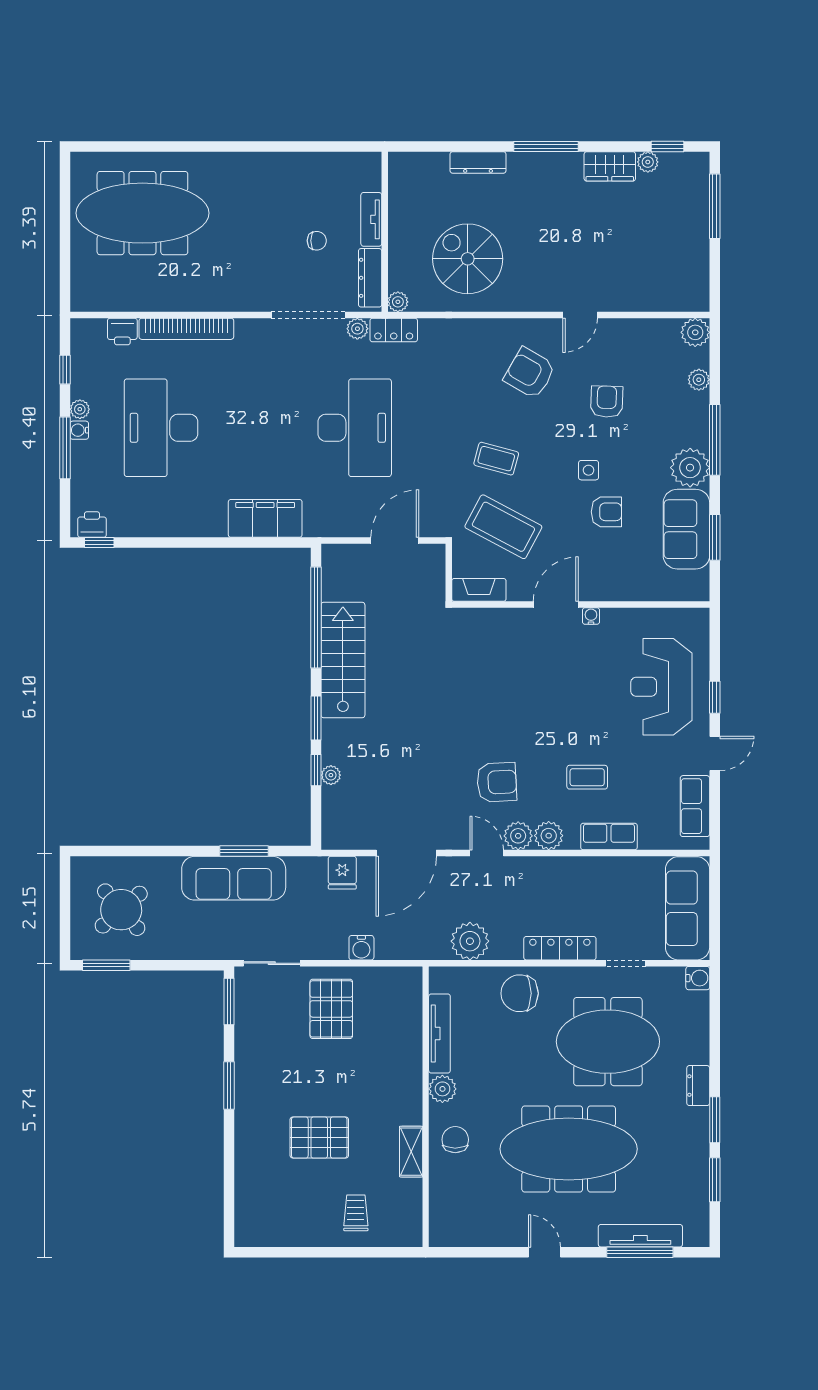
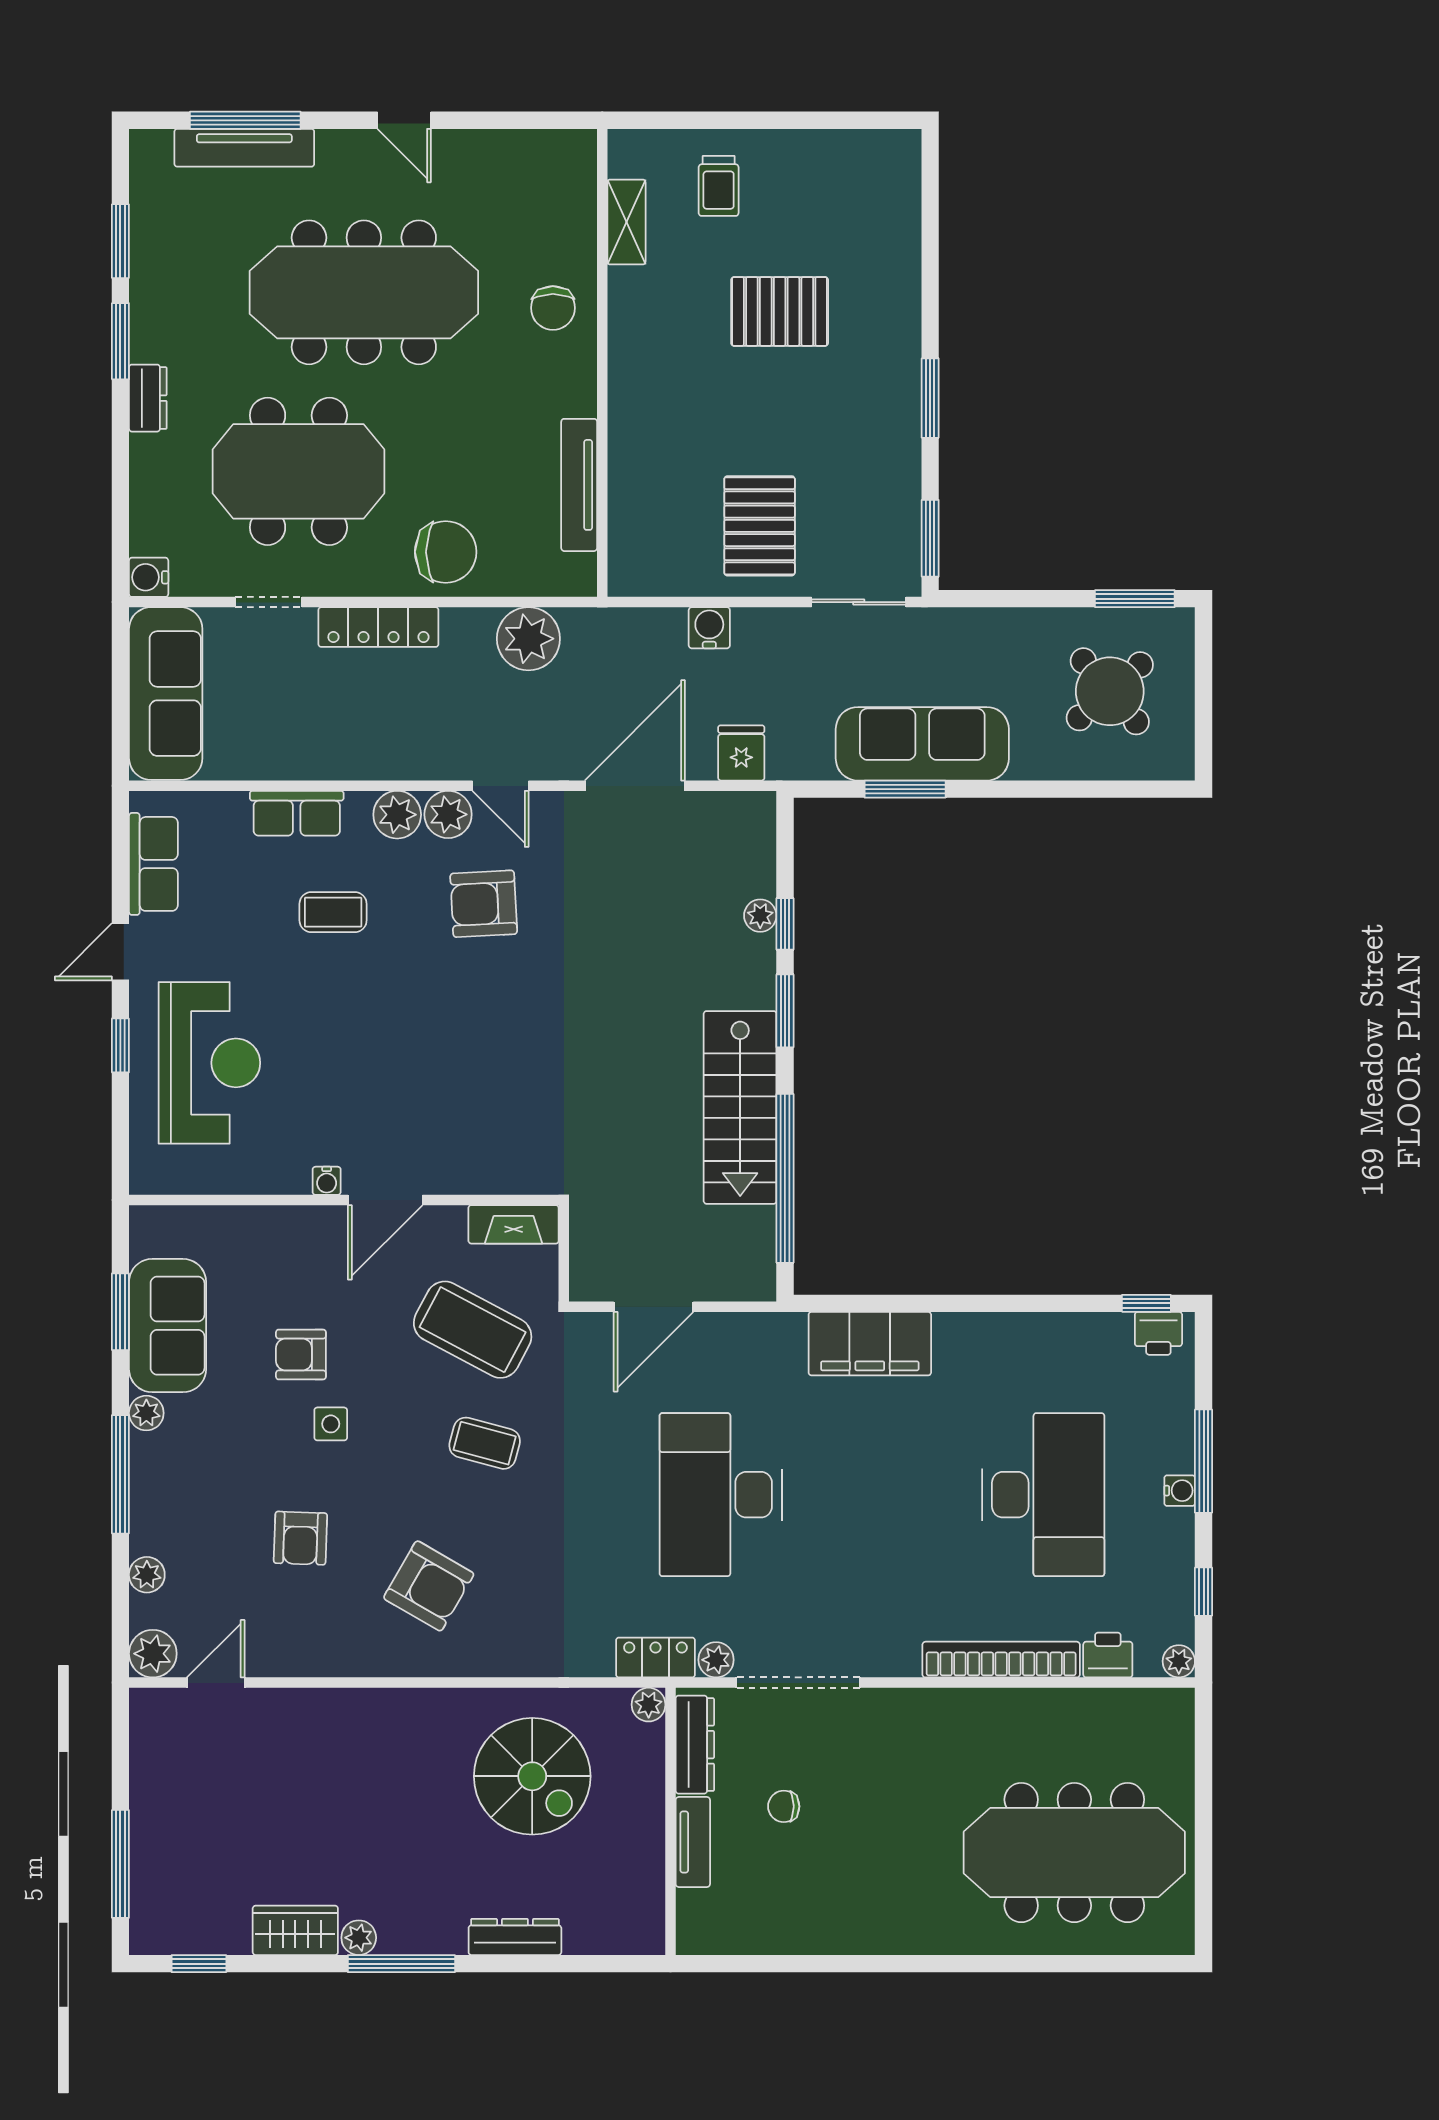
plant: (648, 162) -> (359, 1938), moved
door: (580, 315) -> (216, 1683), moved
plant: (80, 409) -> (1179, 1661), moved
plant: (690, 468) -> (146, 1413), width x0.53, depth x0.53
plant: (442, 1089) -> (574, 392), removed
shelving: (411, 1152) -> (626, 222), moved

